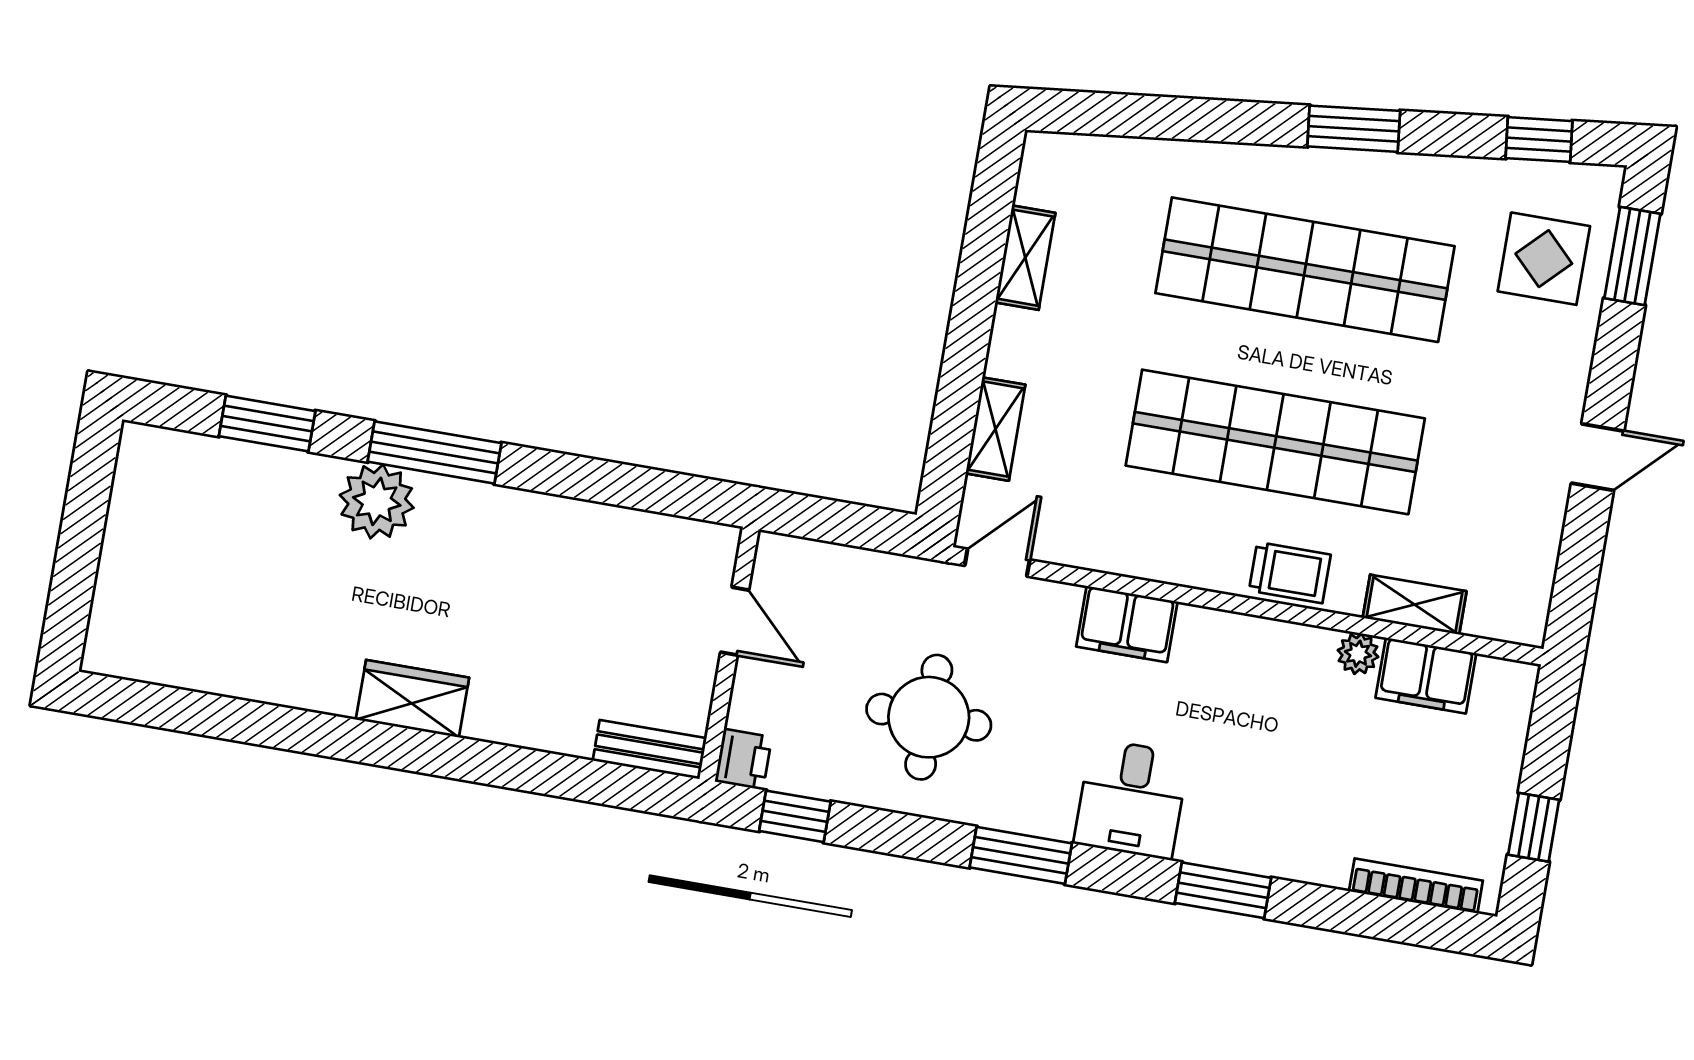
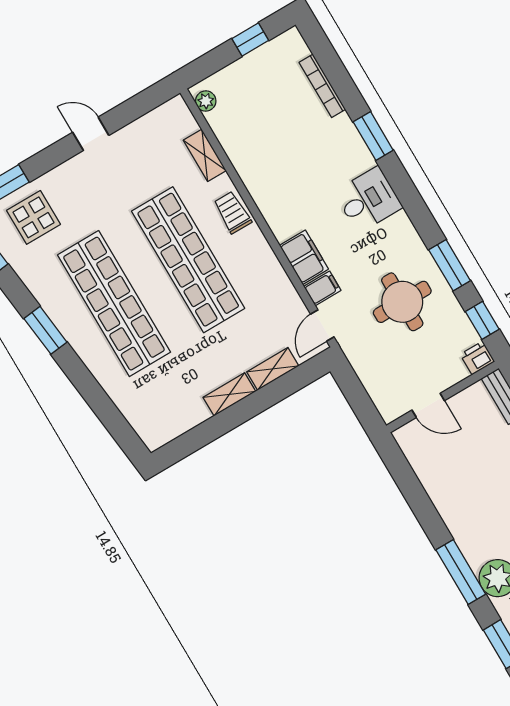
shelving: (1025, 258) -> (229, 394), moved
door: (997, 563) -> (322, 326), hinge flipped
door: (735, 621) -> (428, 405), swing flipped
plant: (1358, 654) -> (206, 101), moved
filing cabinet: (1426, 676) -> (322, 288), moved, width x0.50
window: (1021, 855) -> (450, 265), moved
bookcase: (1416, 886) -> (322, 86), moved

